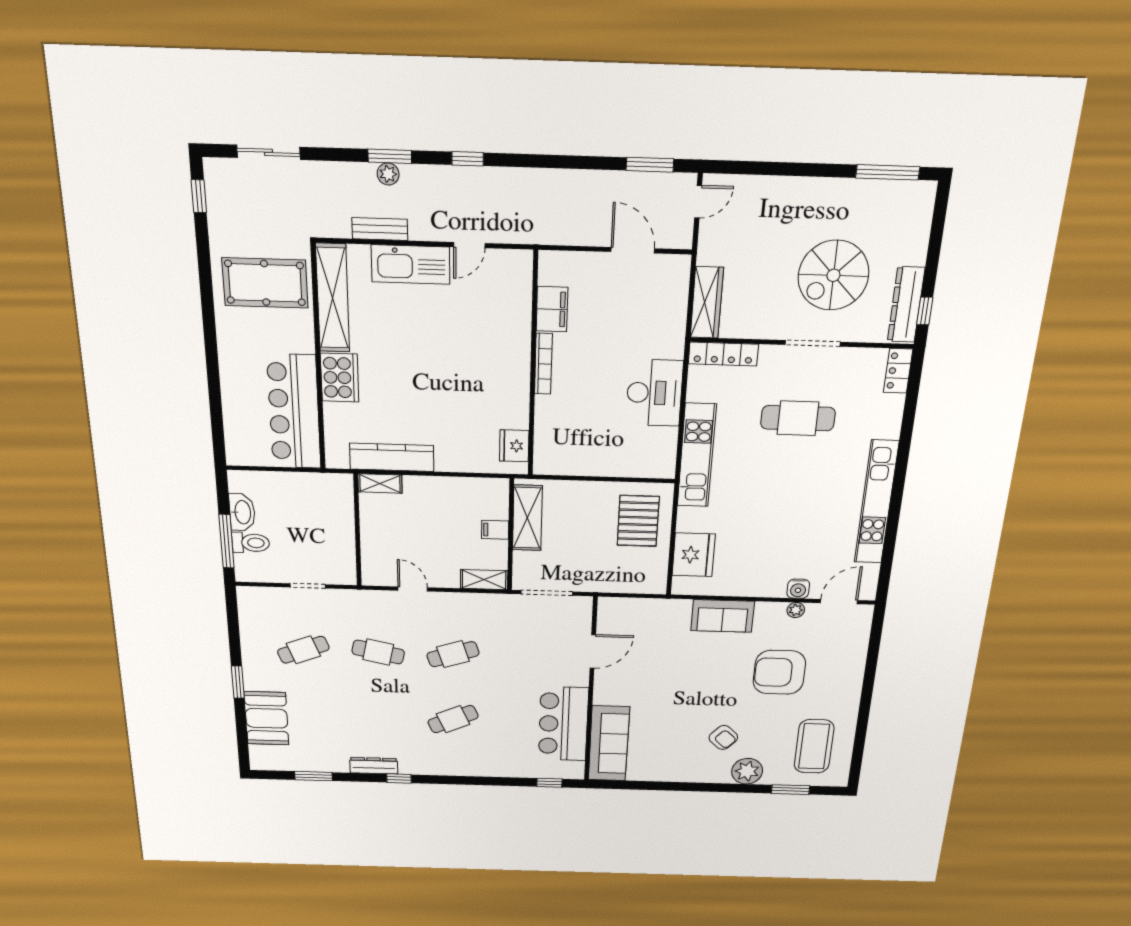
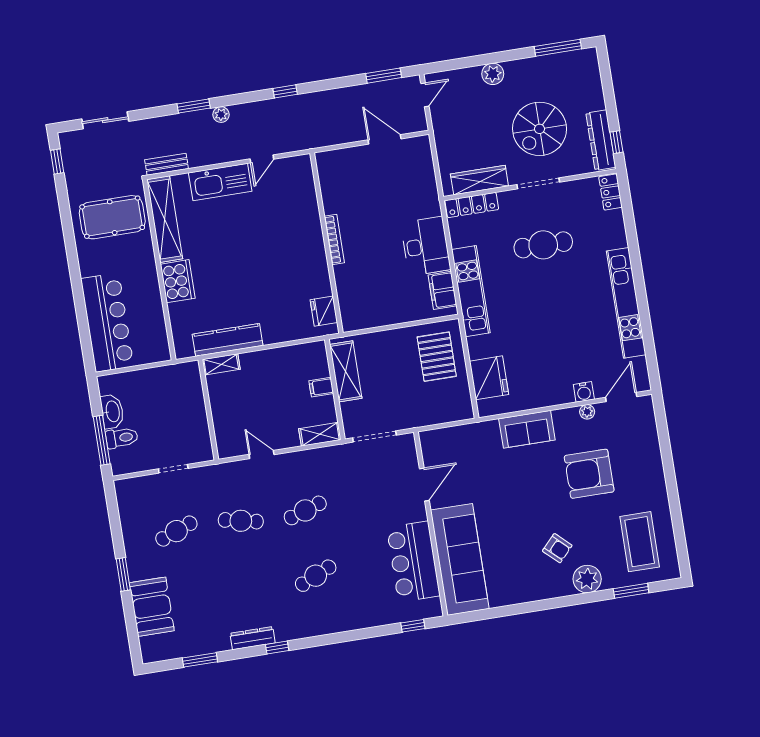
window: (468, 159) -> (285, 91), moved
plant: (388, 174) -> (221, 115), moved
plant: (793, 191) -> (493, 74), added
bench: (380, 229) -> (167, 164), moved
wardrobe: (707, 303) -> (479, 180), moved, turned -90
filing cabinet: (552, 309) -> (442, 290), moved, turned 180
bar counter: (294, 412) -> (107, 322), moved, turned 180
sofa: (609, 743) -> (460, 559), width x1.36, depth x1.27

